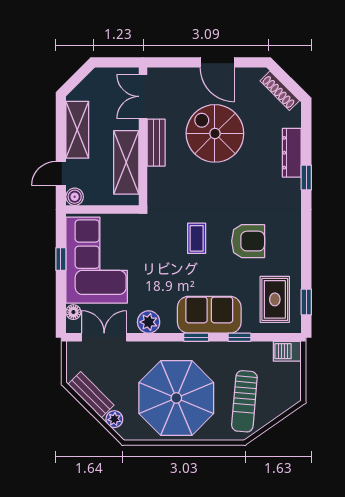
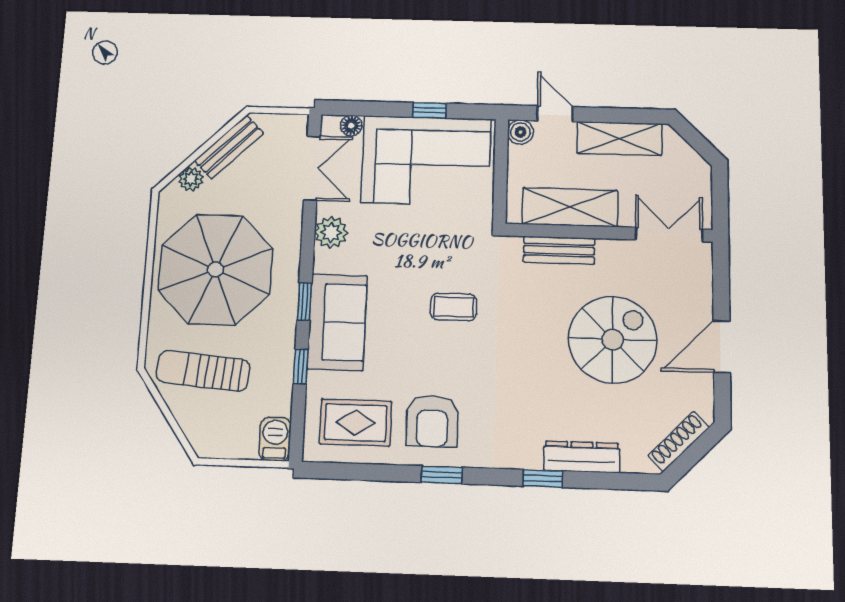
bench: (156, 143) -> (559, 250), moved
armchair: (248, 241) -> (432, 421), moved
window: (306, 302) -> (442, 475), moved

